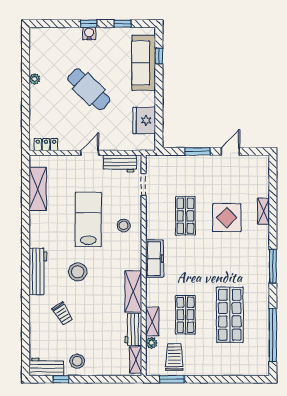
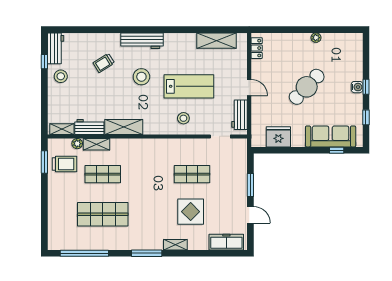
shelving: (263, 211) -> (175, 245), moved
freezer: (155, 259) -> (226, 242), moved, turned 180

